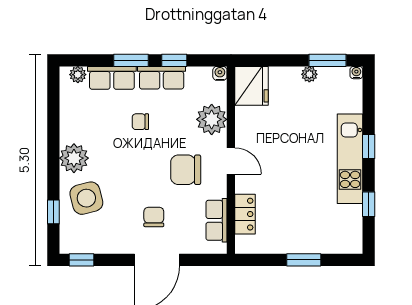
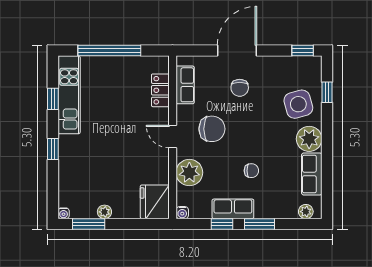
row of seats: (112, 78) -> (312, 174), moved, turned -90
kitchen unit: (350, 159) -> (69, 95), moved
window: (304, 260) -> (109, 50), width x2.11

